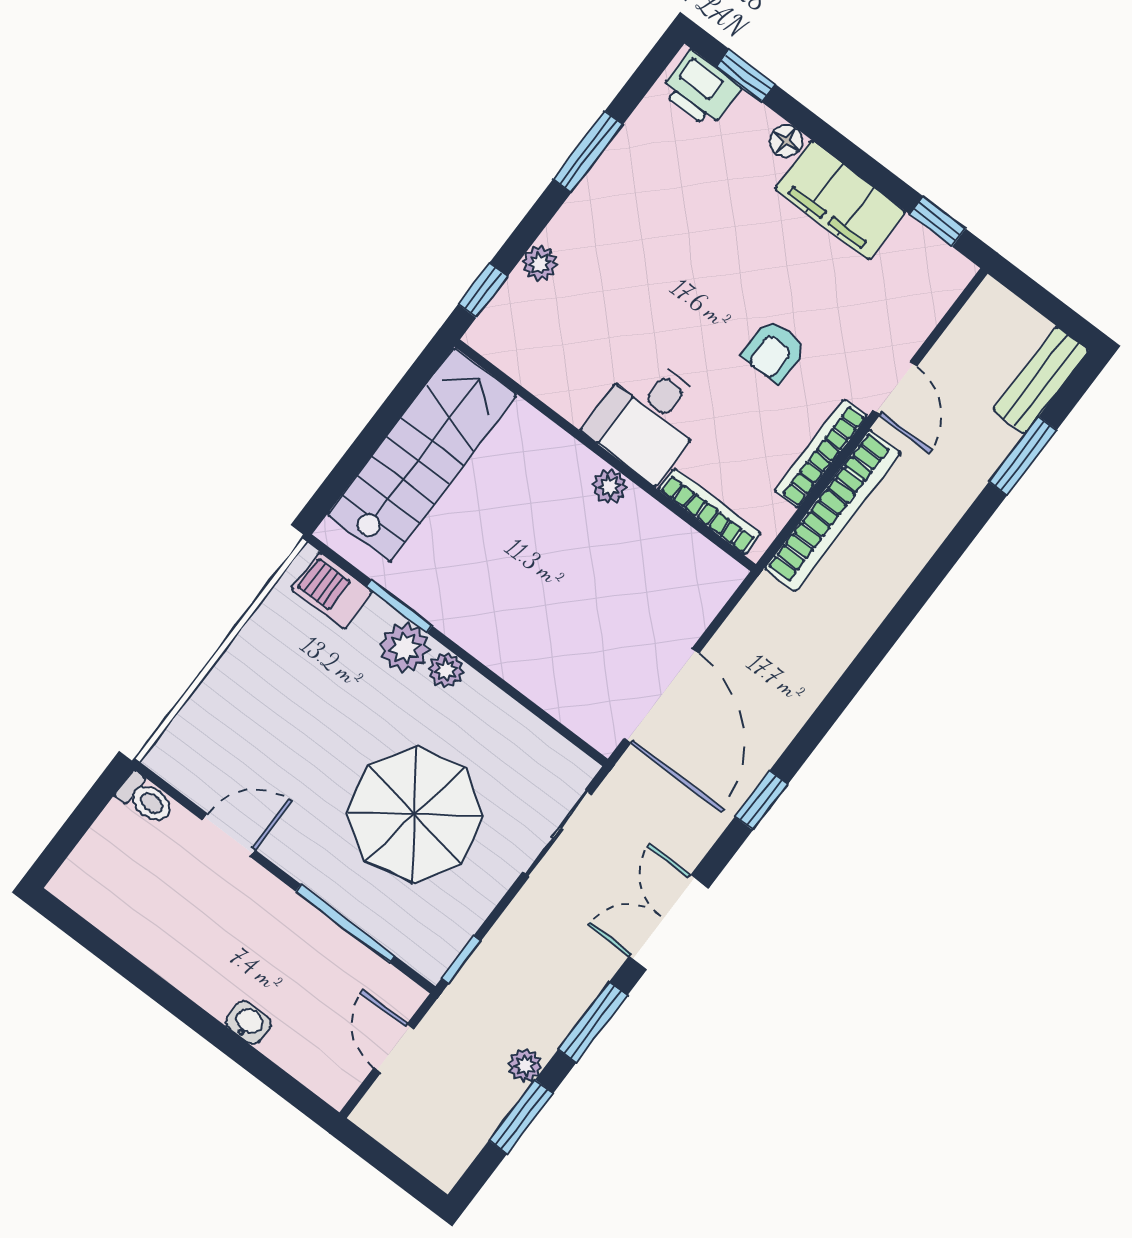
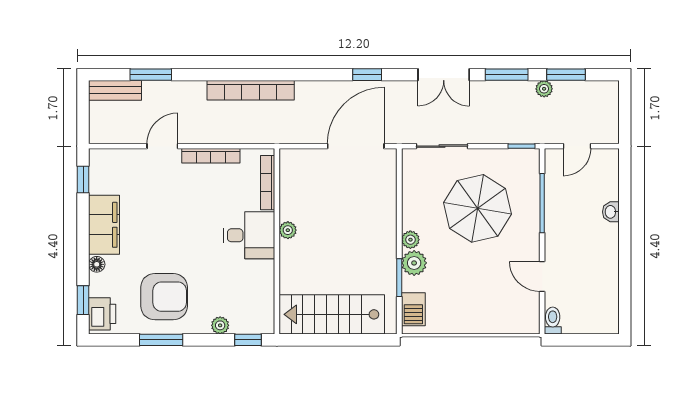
armchair: (774, 351) -> (164, 297), moved, width x1.88, depth x1.88
bookcase: (833, 510) -> (251, 90), moved, turned 180

